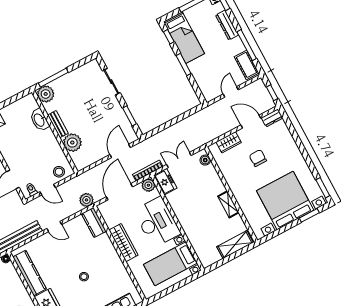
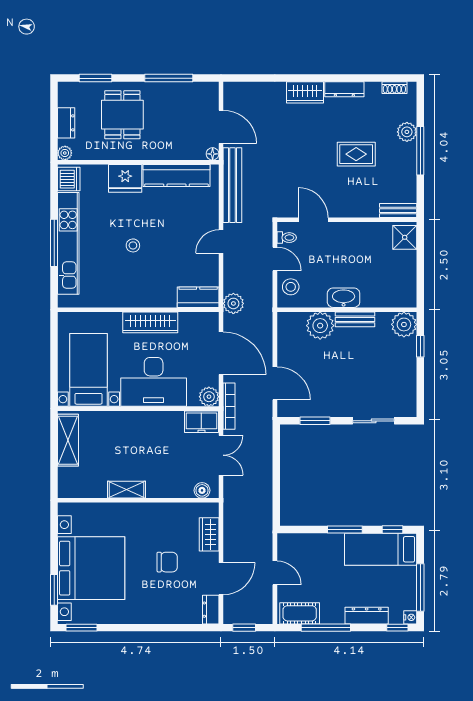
window: (53, 78) -> (420, 346), width x0.46
washbasin: (39, 120) -> (344, 298), moved
door: (48, 190) -> (275, 259), swing flipped
shelving: (235, 245) -> (68, 440), moved

